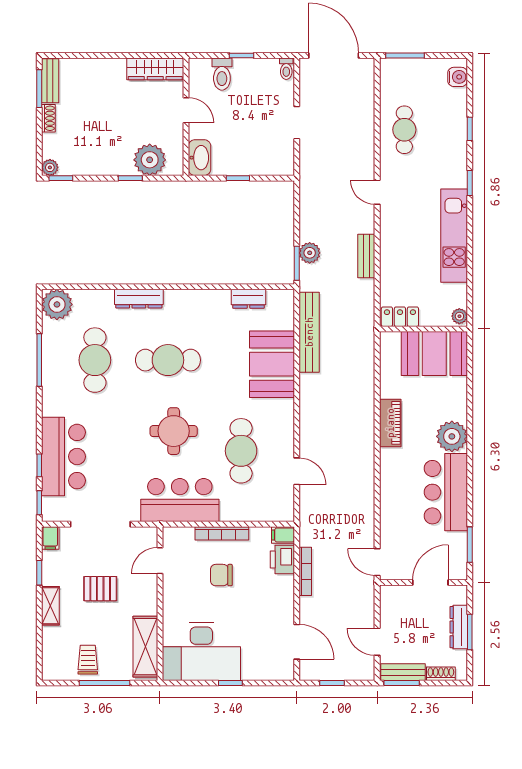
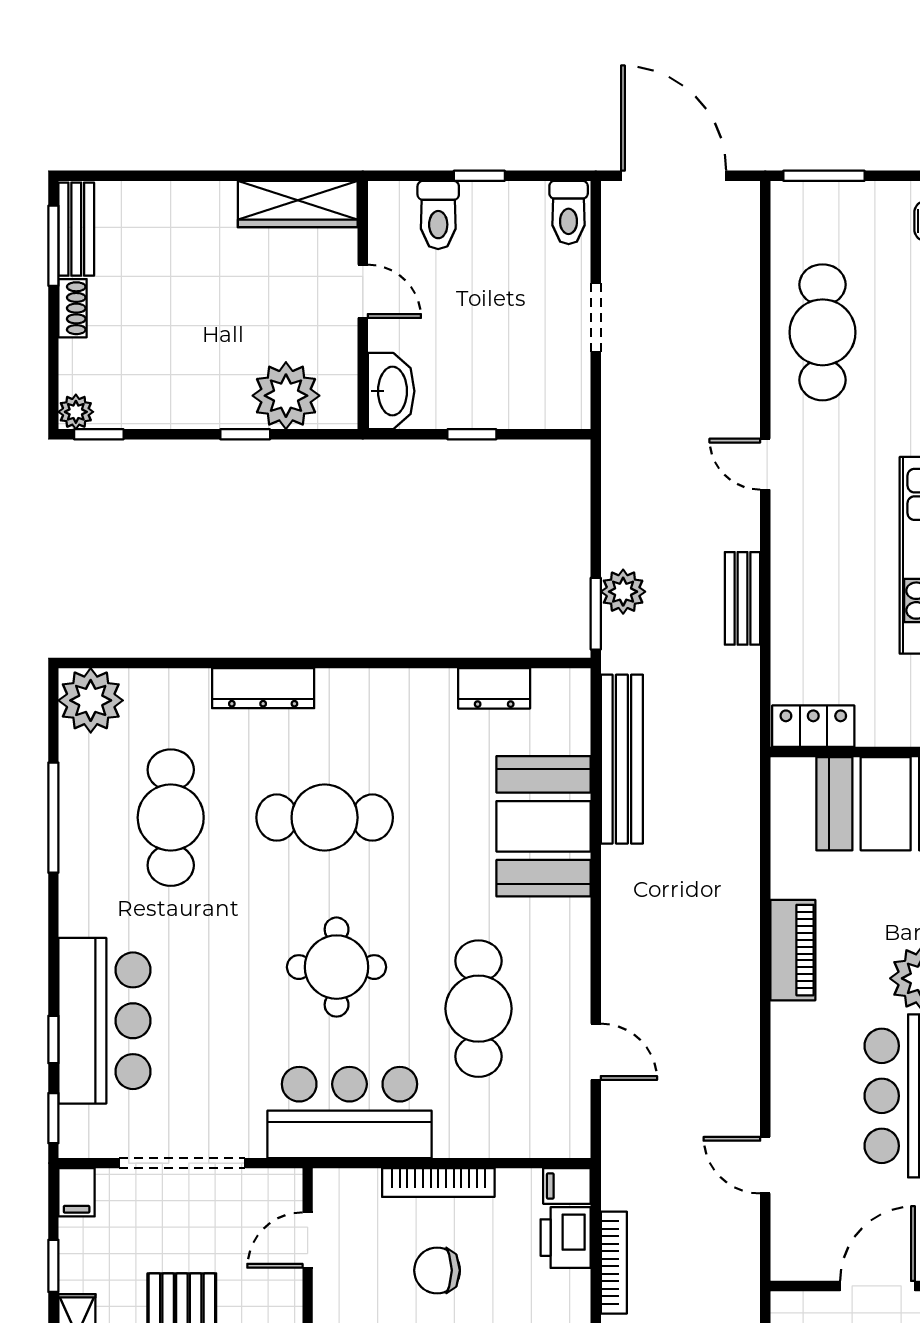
toilet: (286, 69) -> (569, 213), width x1.37, depth x1.39
cafe table: (404, 130) -> (823, 332), width x1.37, depth x1.35
door: (377, 562) -> (765, 1165), moved

